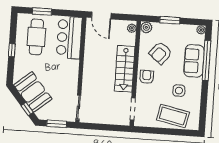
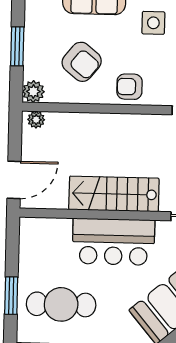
bar counter: (69, 38) -> (114, 242), moved
stairs: (125, 69) -> (114, 194), moved, turned 180

